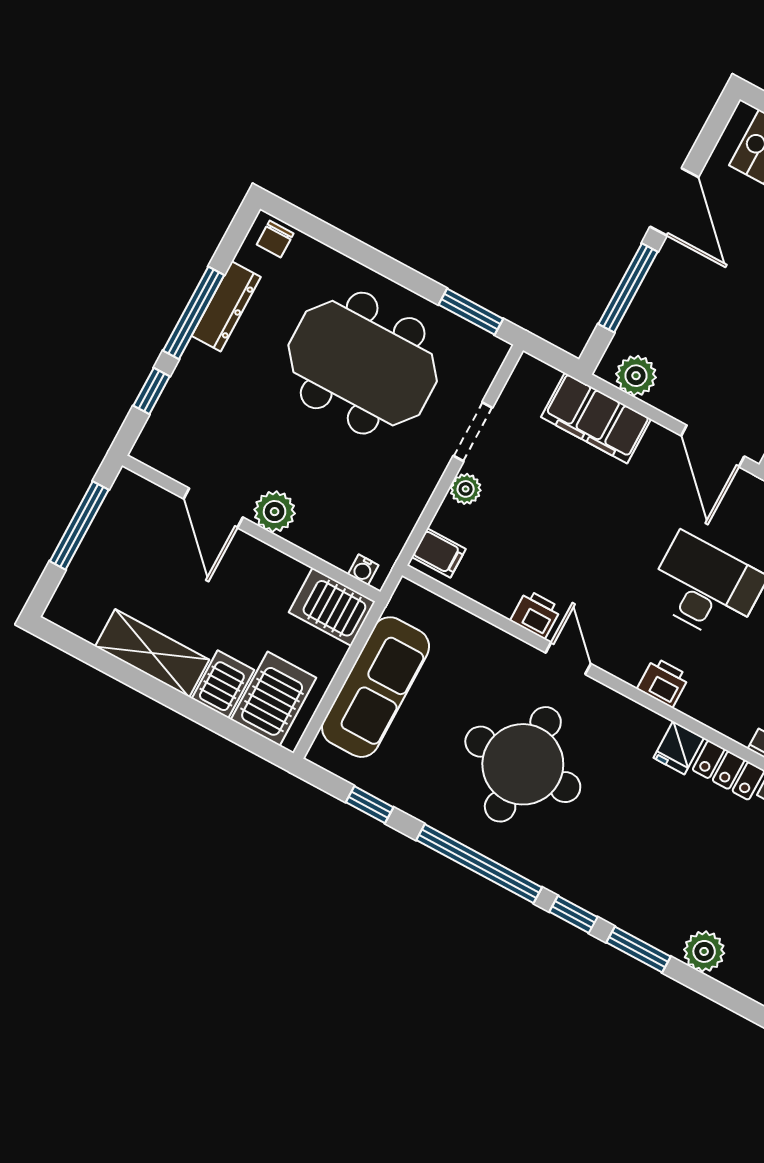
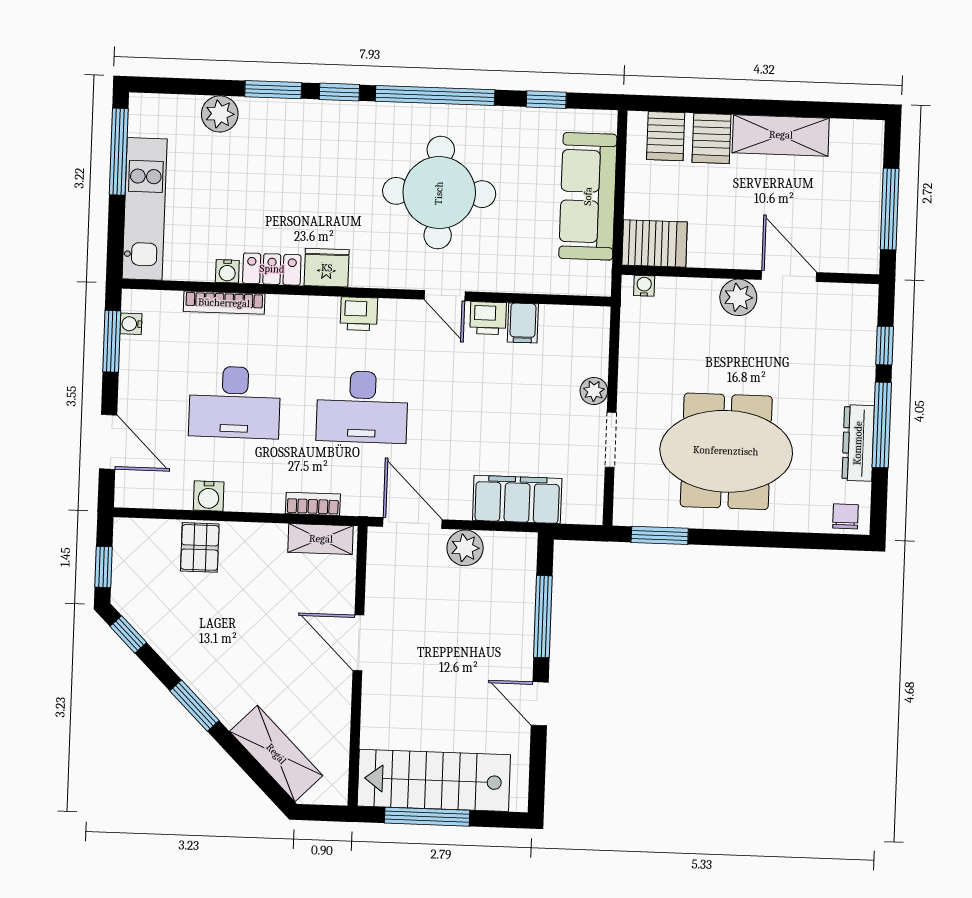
door: (674, 202) -> (540, 704), width x0.73
plant: (636, 376) -> (465, 548), moved
filing cabinet: (439, 553) -> (523, 323), moved, turned -90
server rack: (274, 699) -> (666, 136), width x0.73, depth x0.70
fridge: (679, 748) -> (327, 268), width x1.38

